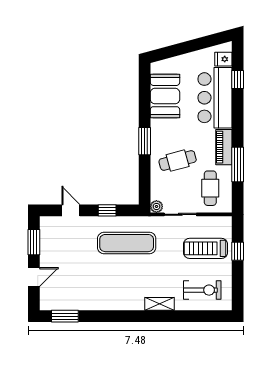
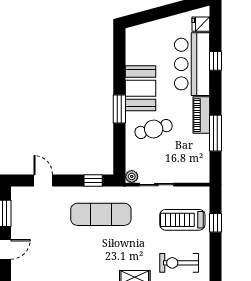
window: (238, 80) -> (216, 61), moved
booth: (165, 96) -> (141, 88), moved
cafe table: (210, 188) -> (187, 158), removed
window: (107, 210) -> (93, 180), moved
exercise bike: (202, 290) -> (179, 263), turned 180

